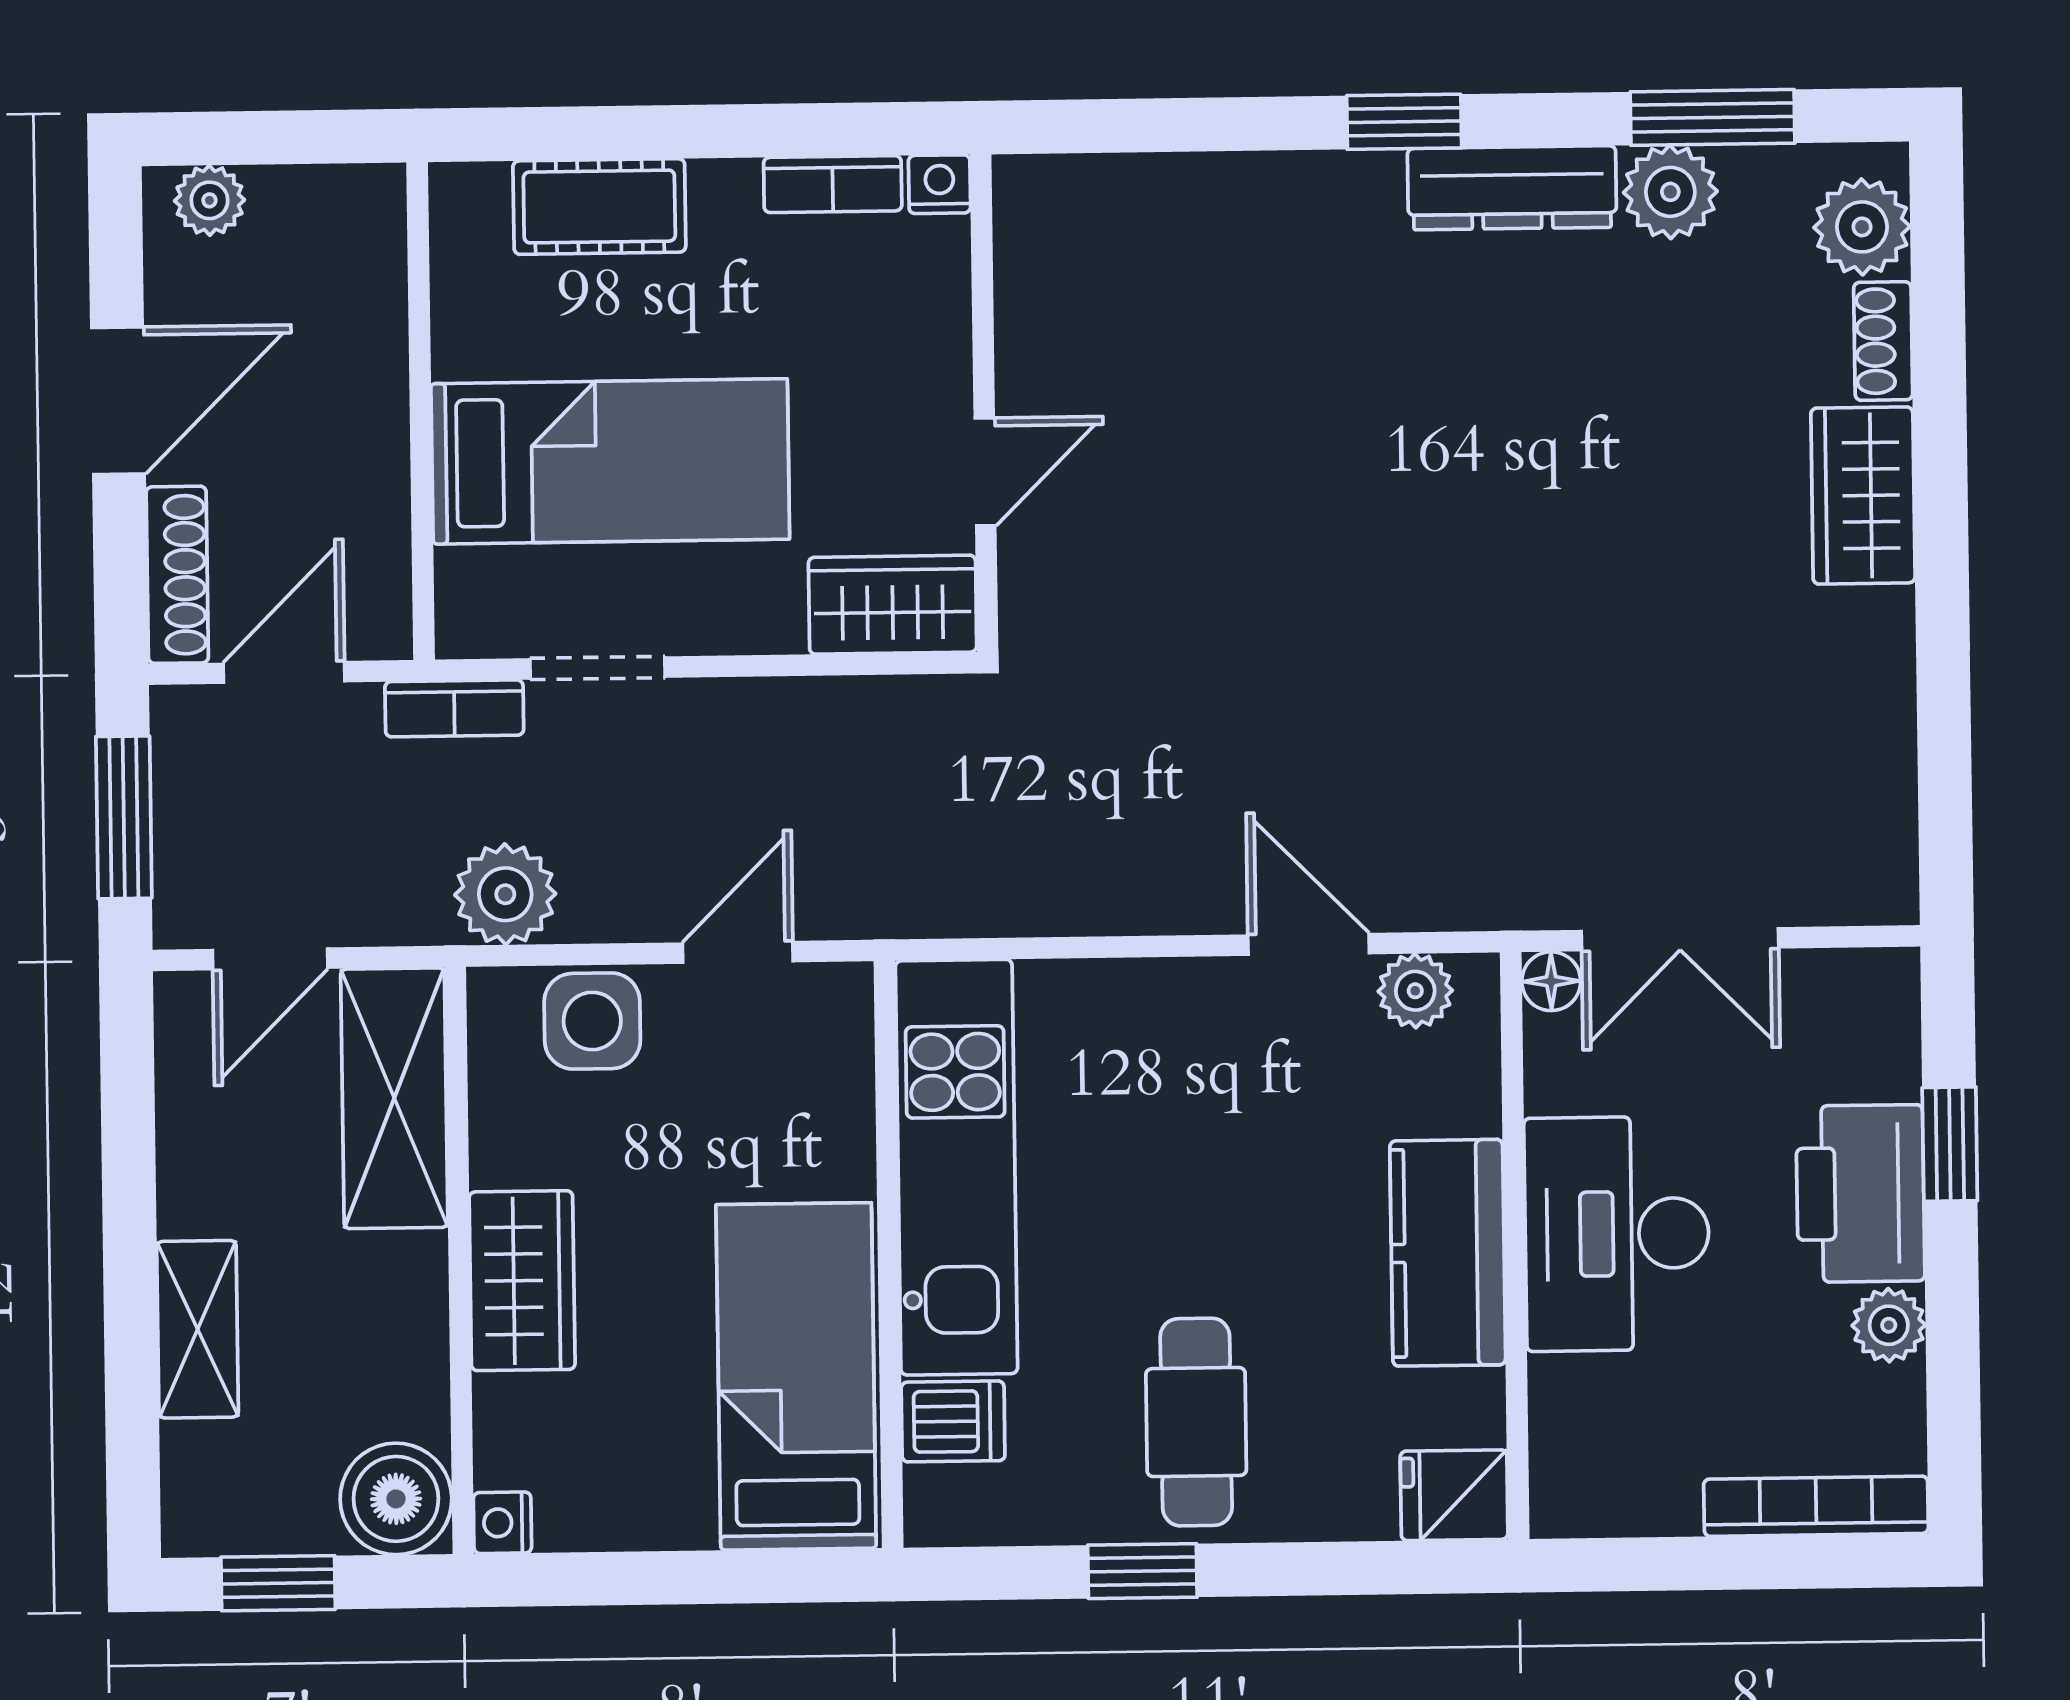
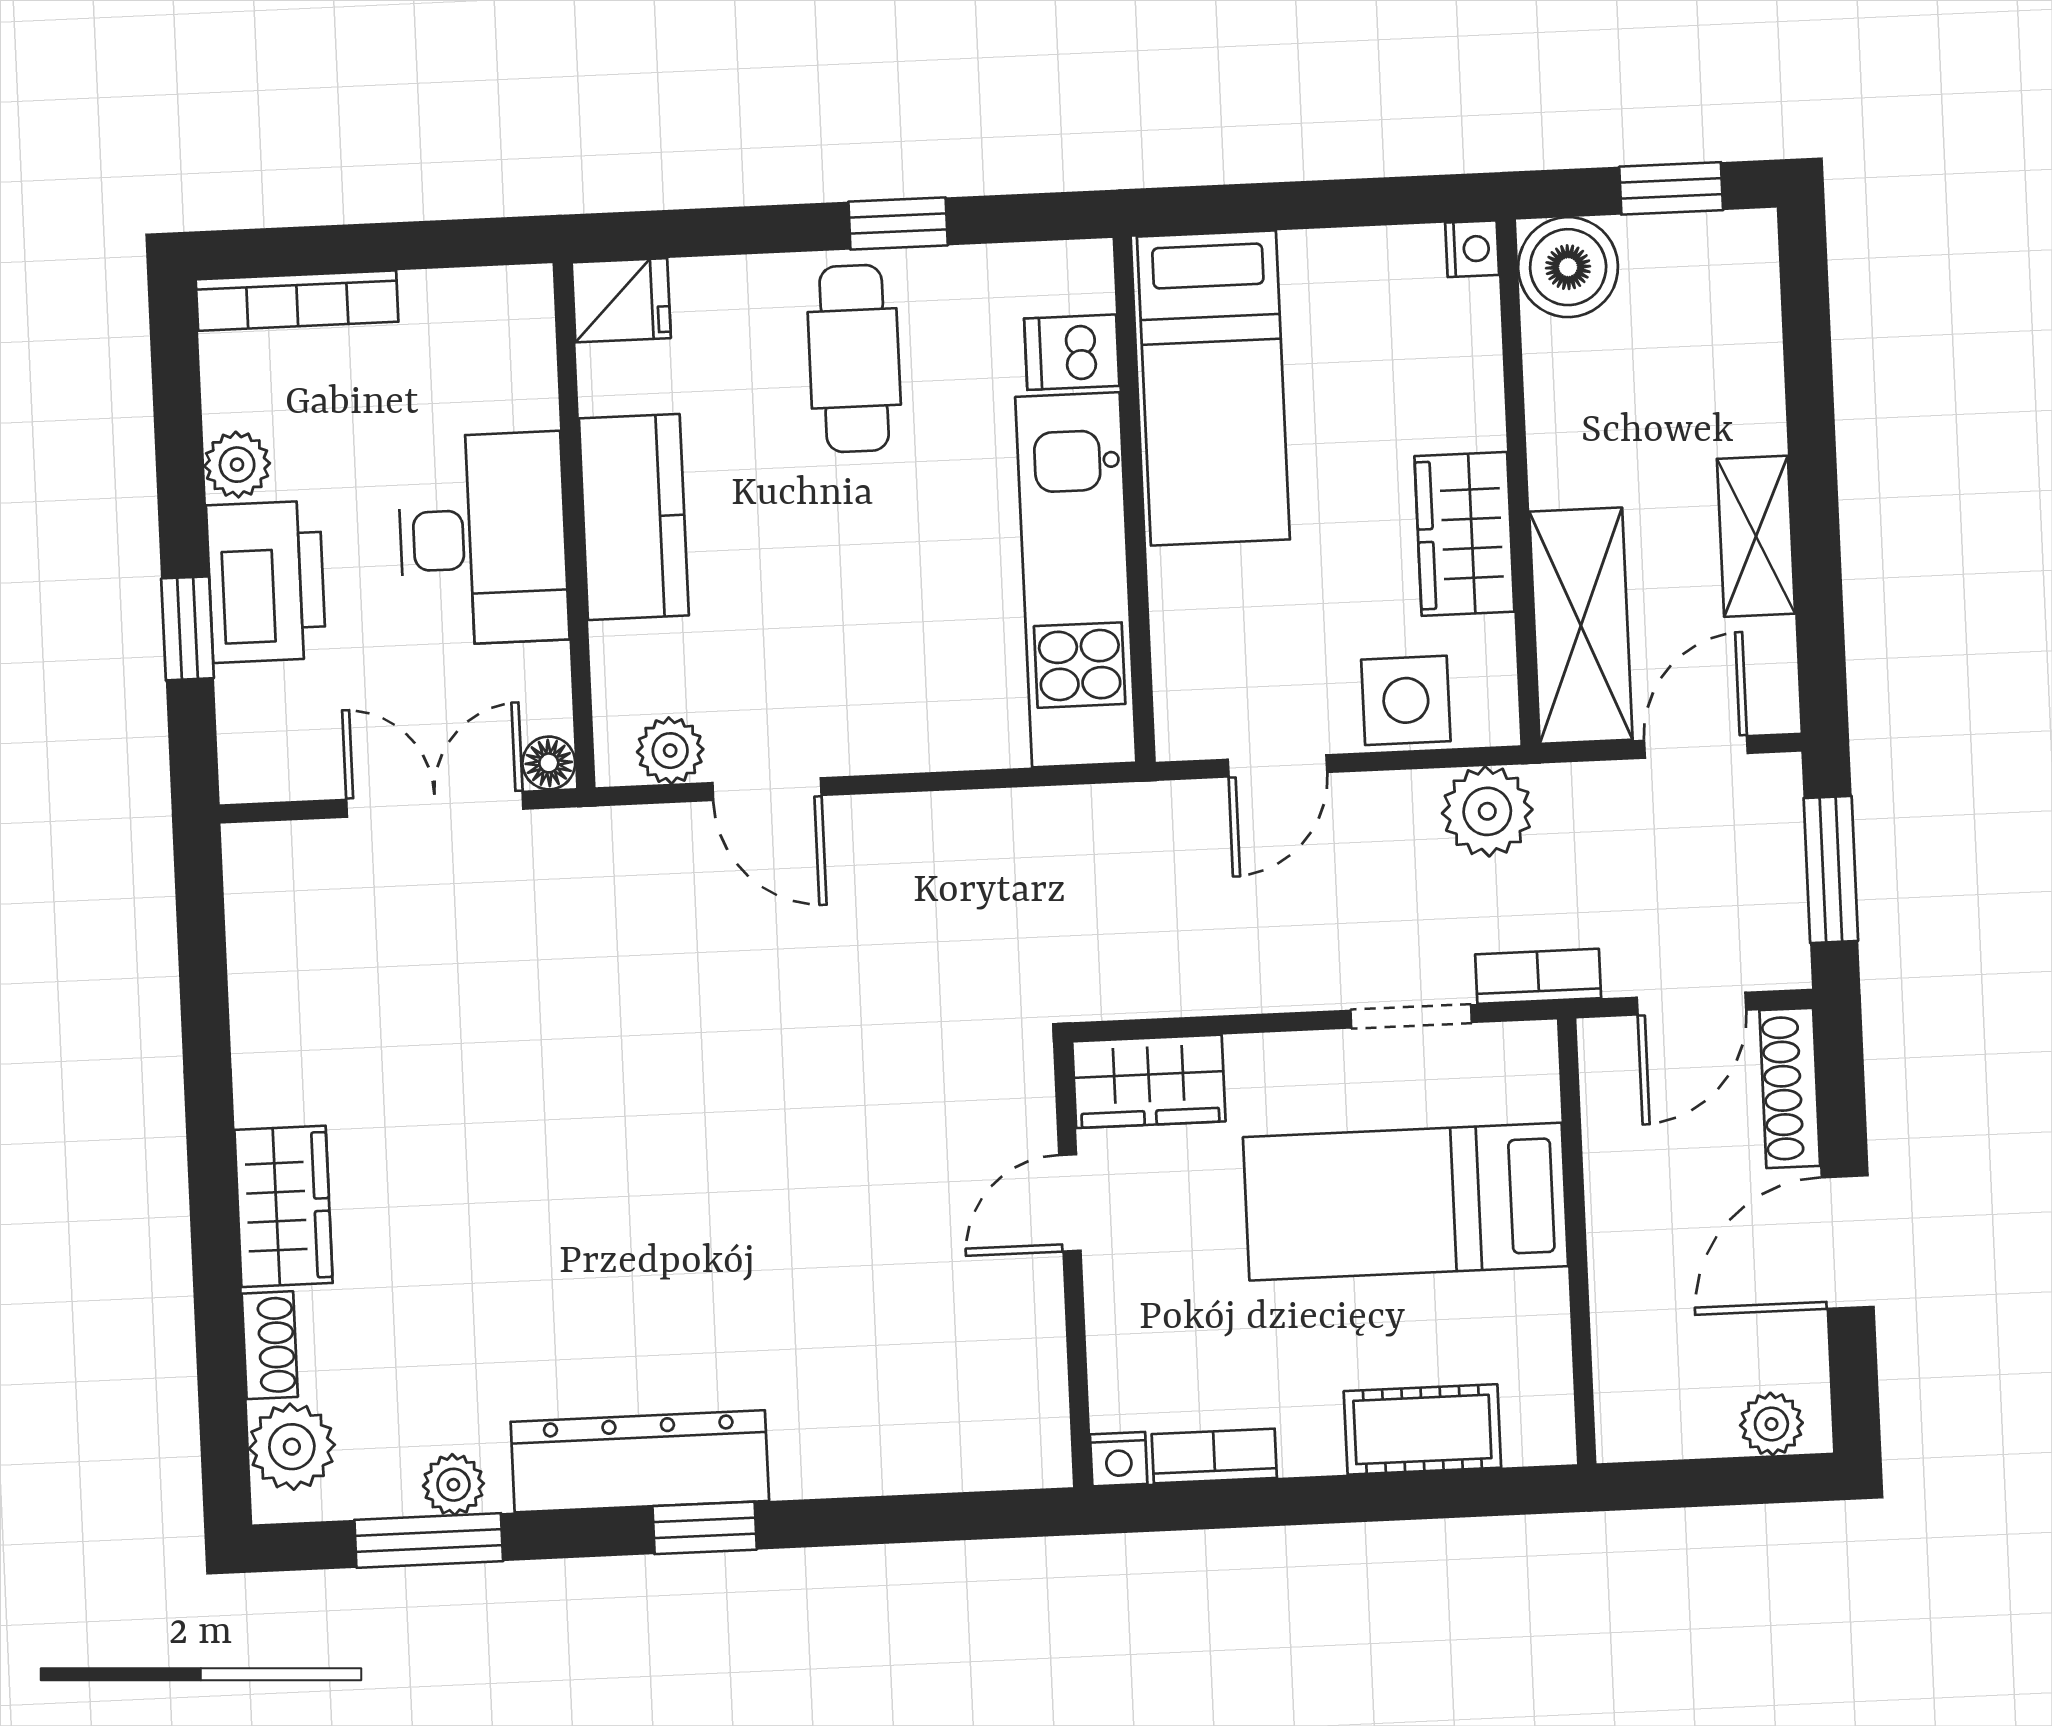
dresser: (1512, 188) -> (640, 1461), width x1.37, depth x1.24
plant: (1670, 192) -> (453, 1485), width x0.73, depth x0.73
wardrobe: (522, 1281) -> (1464, 534), moved
shelving: (198, 1329) -> (1756, 536), moved

